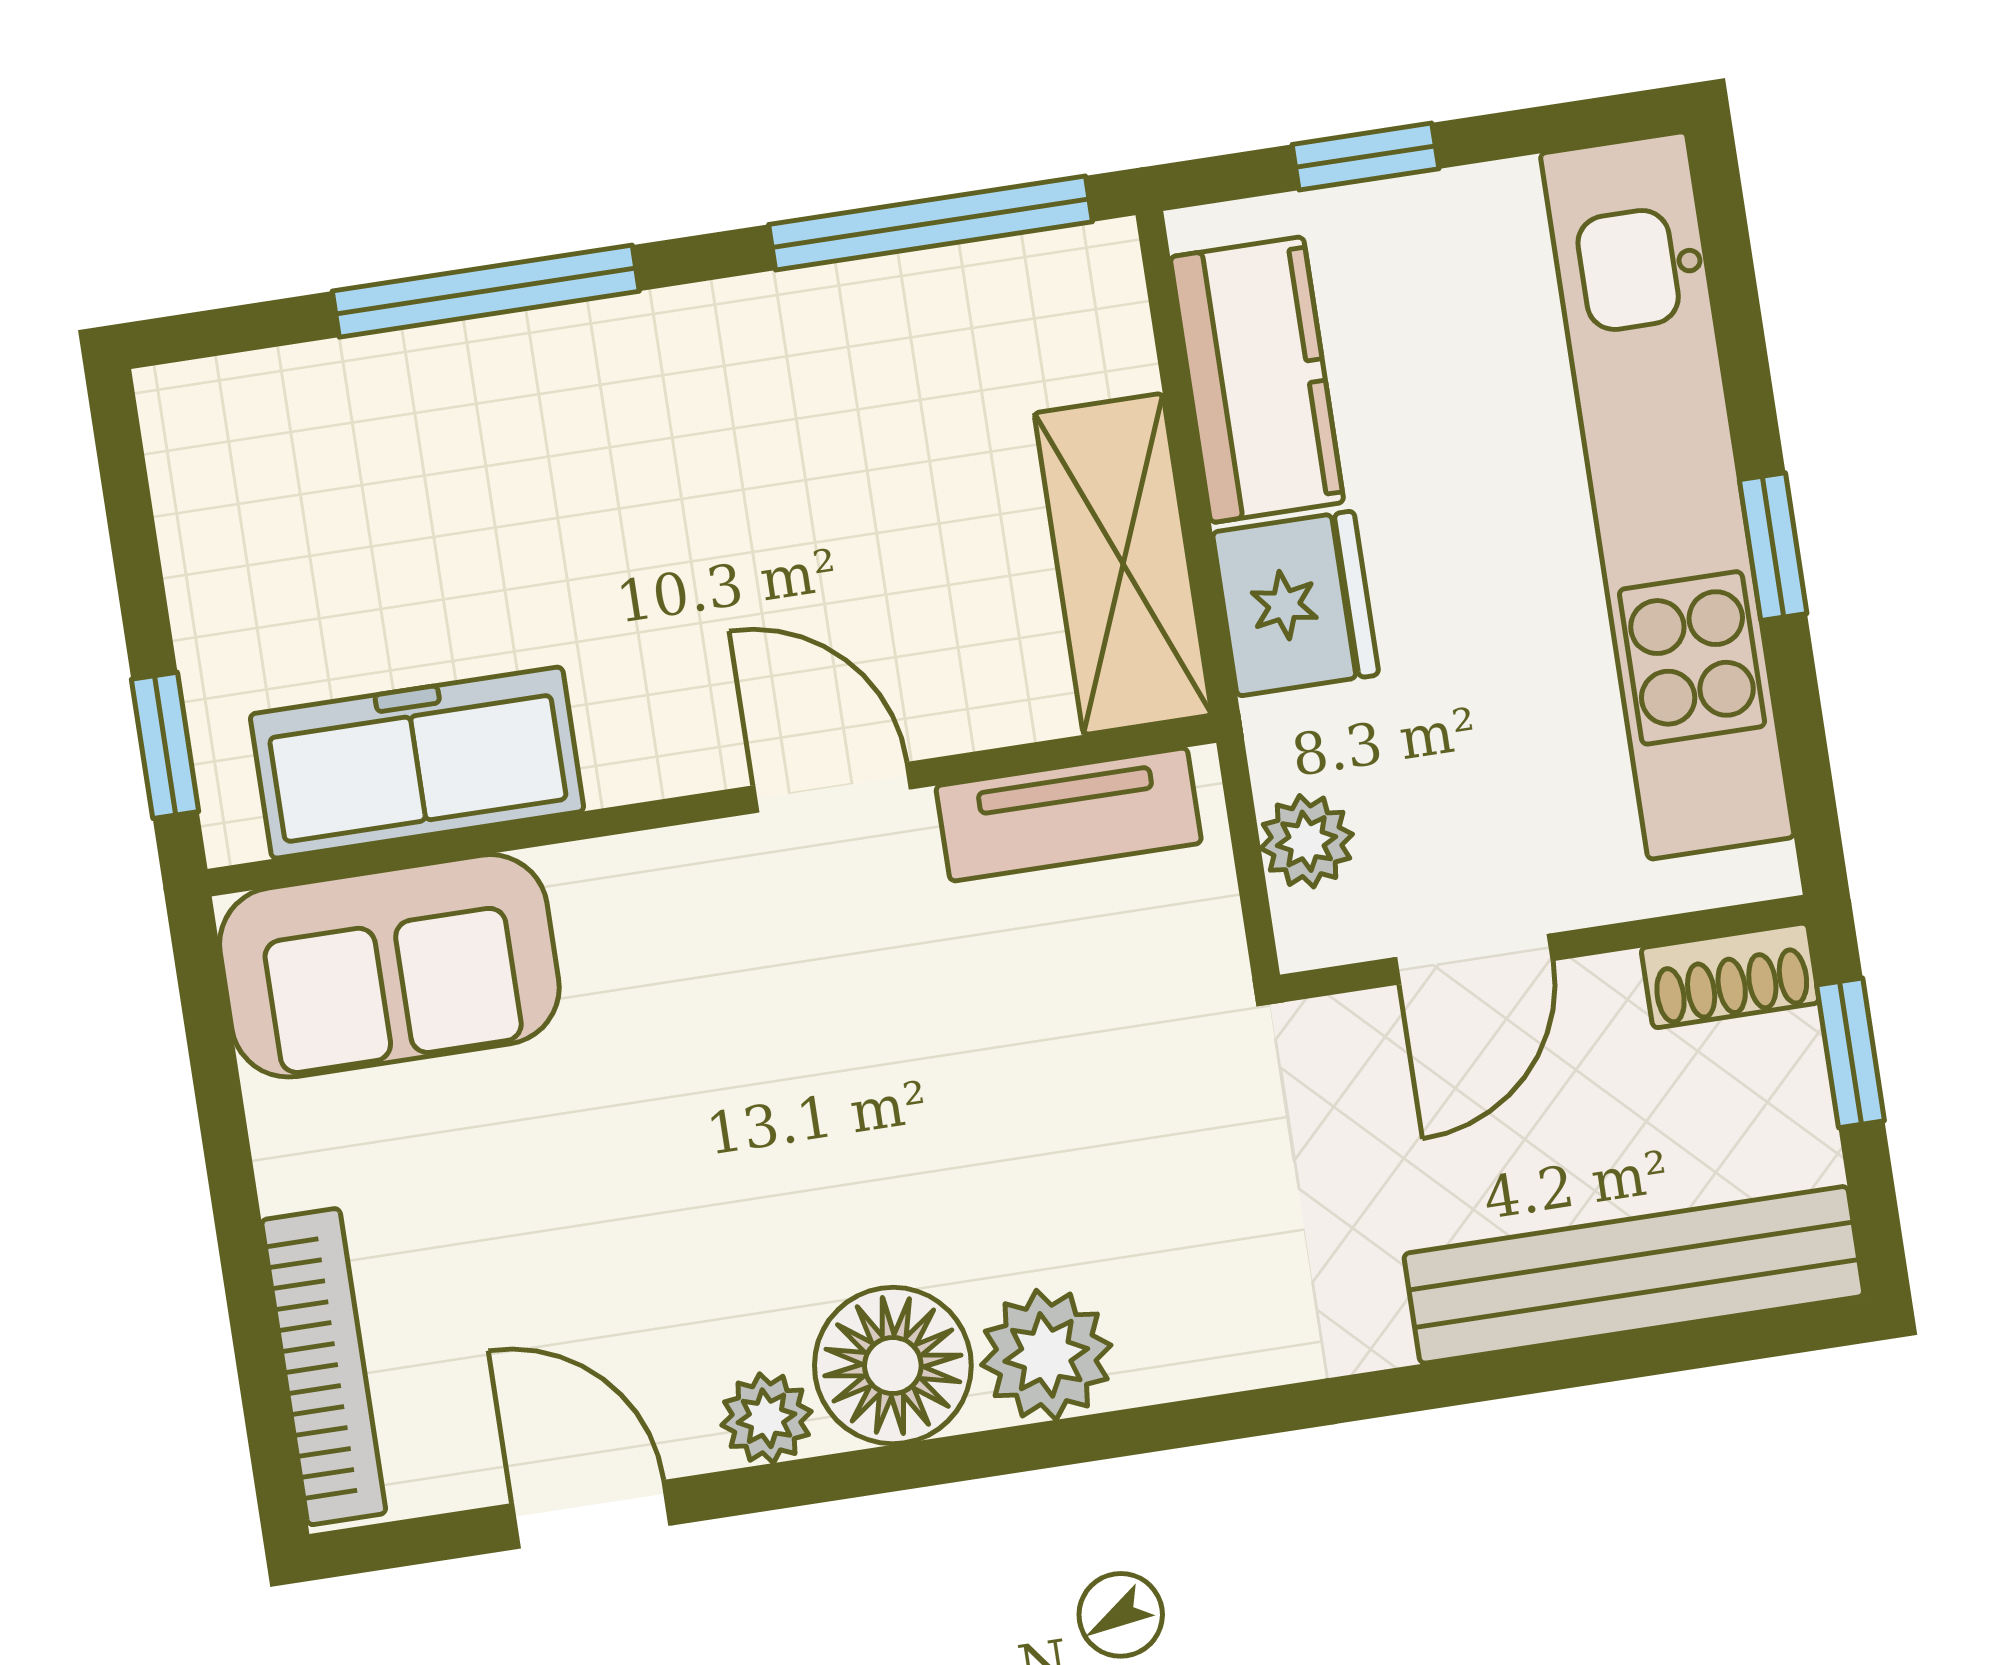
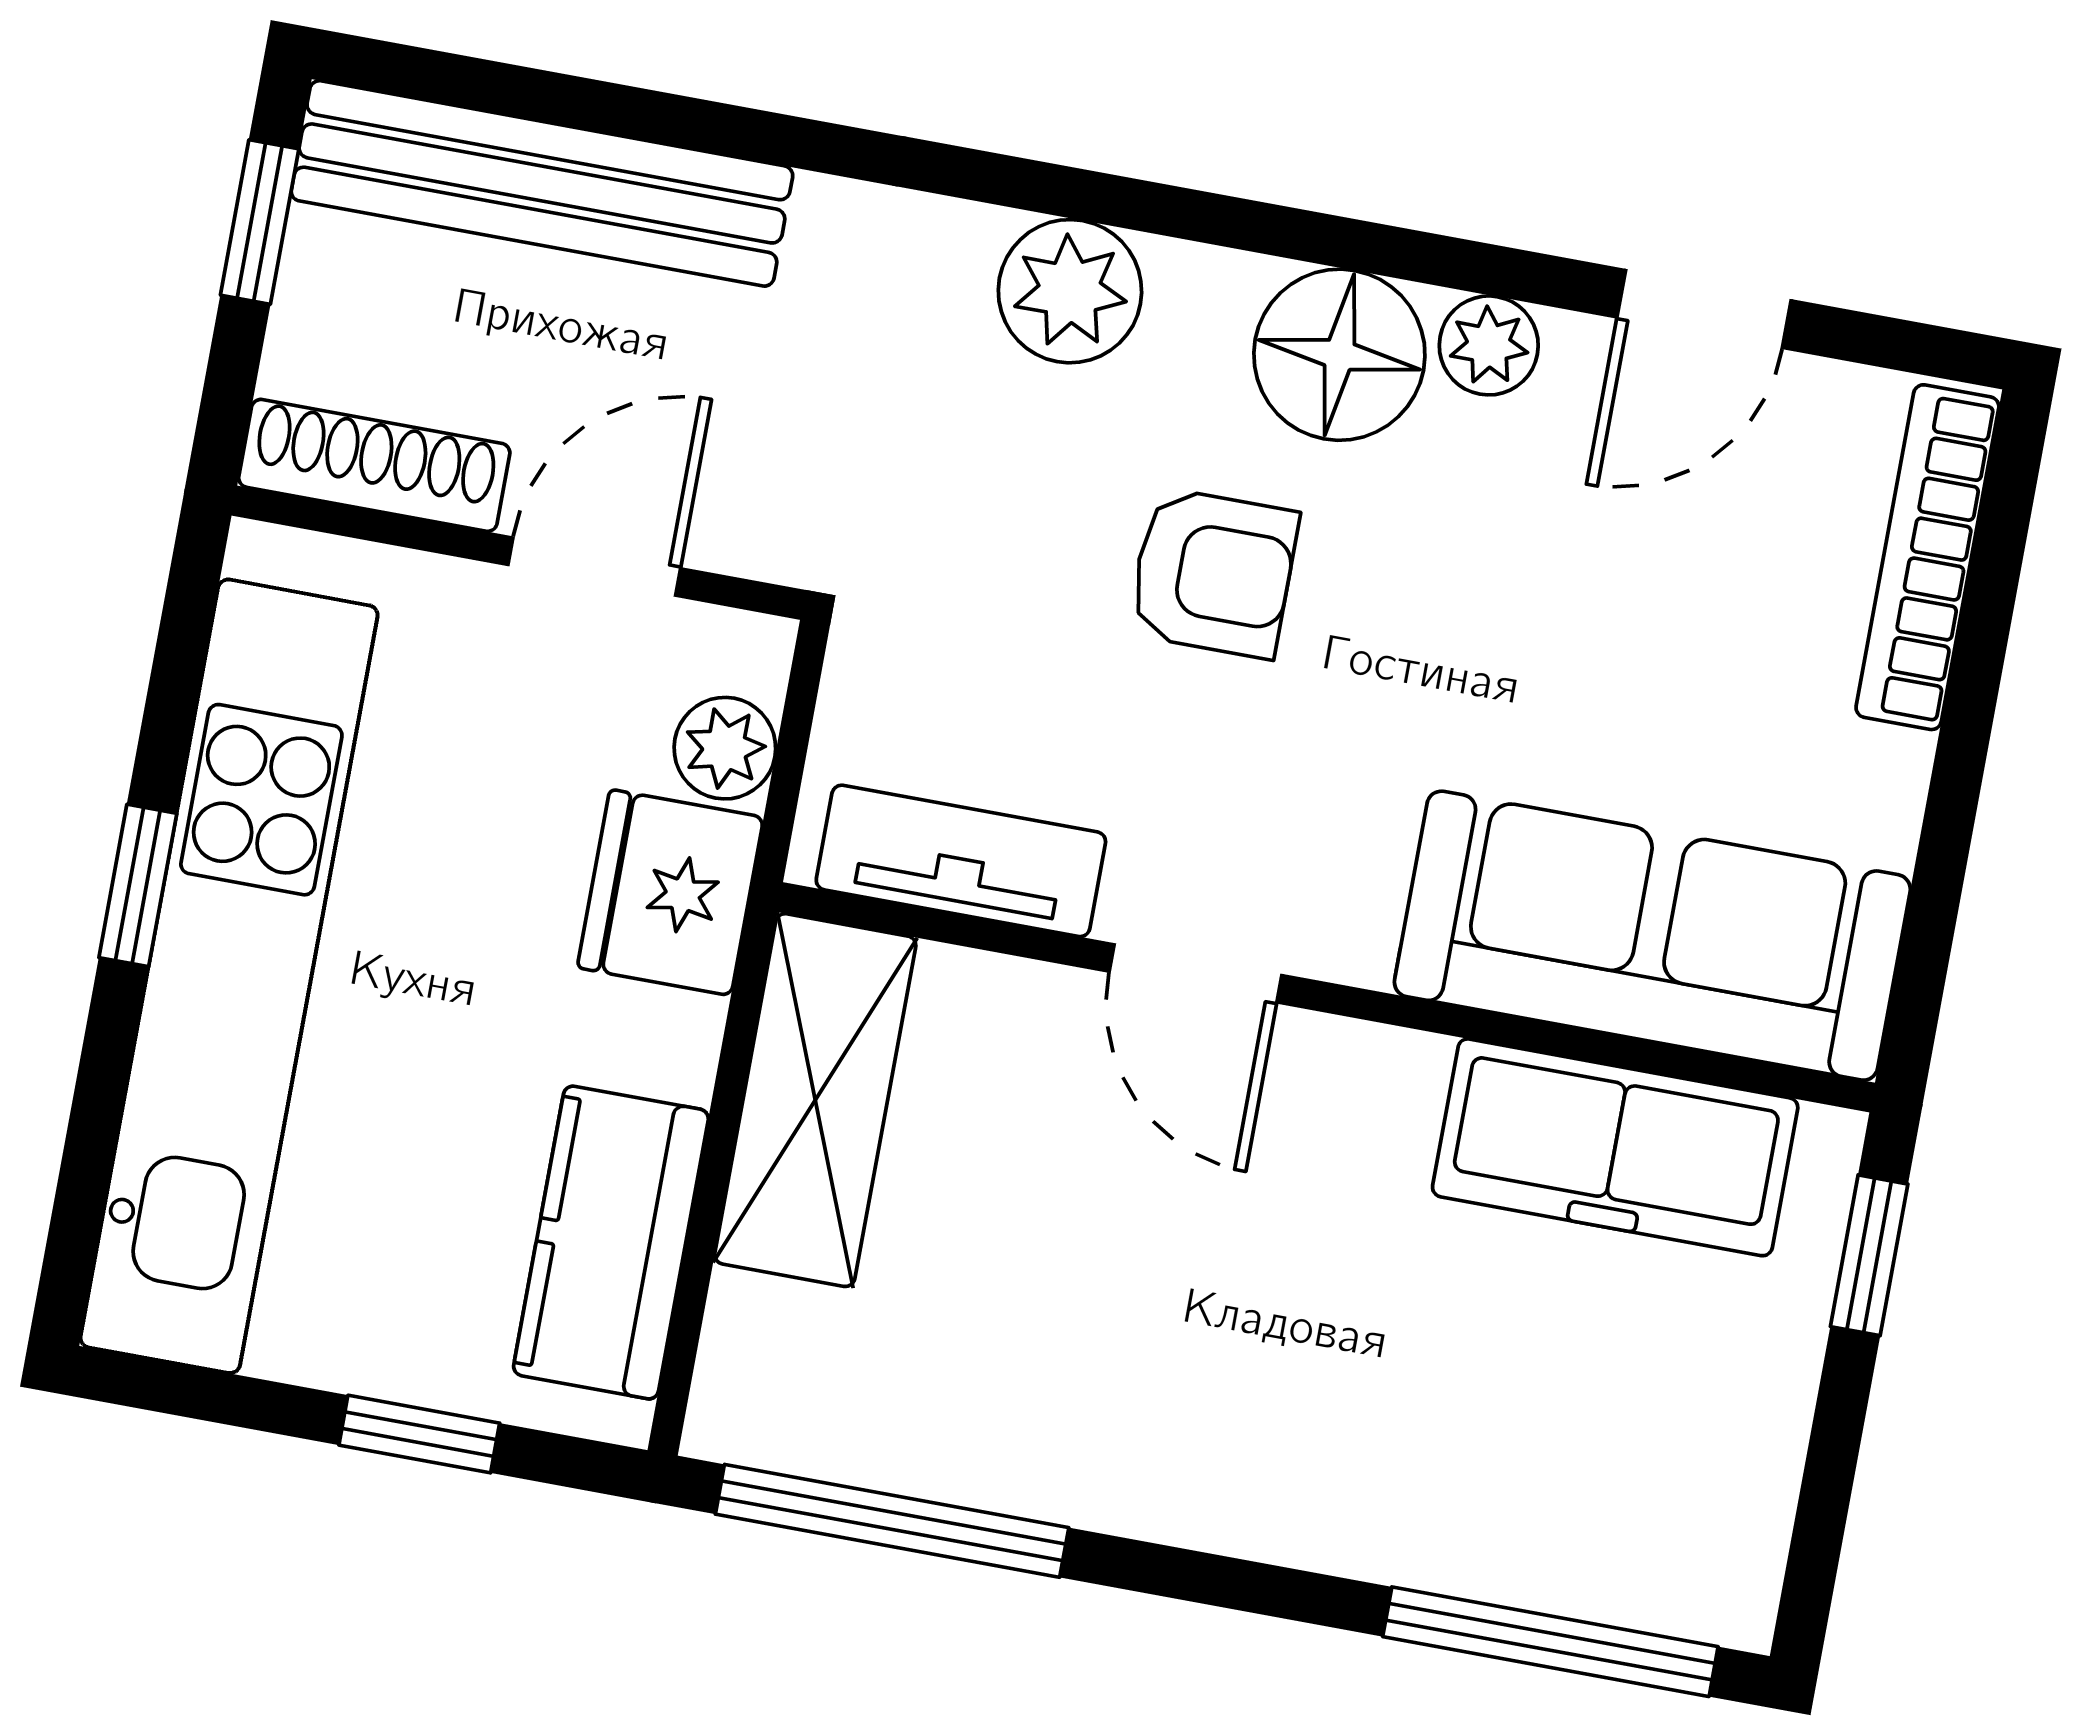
window: (486, 291) -> (1550, 1642), moved
fridge: (1296, 603) -> (670, 893), moved
sofa: (389, 966) -> (1652, 936), width x1.36
shoe rack: (1730, 975) -> (374, 465), width x1.43
window: (1851, 1053) -> (260, 222), moved
armchair: (937, 1139) -> (1213, 573), added
plant: (1046, 1355) -> (1070, 291), moved
door: (591, 1514) -> (1704, 309), hinge flipped

